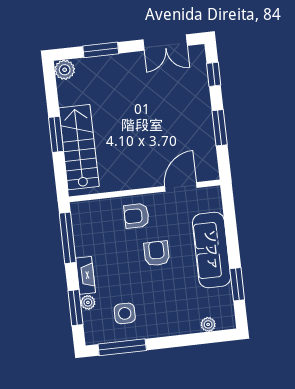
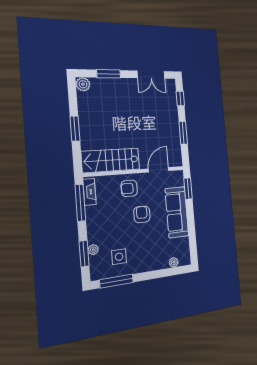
stairs: (79, 147) -> (111, 160), moved, turned -90
fireplace: (86, 275) -> (89, 192), moved
window: (237, 284) -> (188, 189), moved

